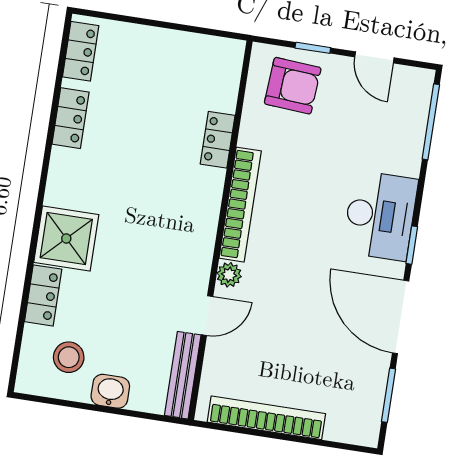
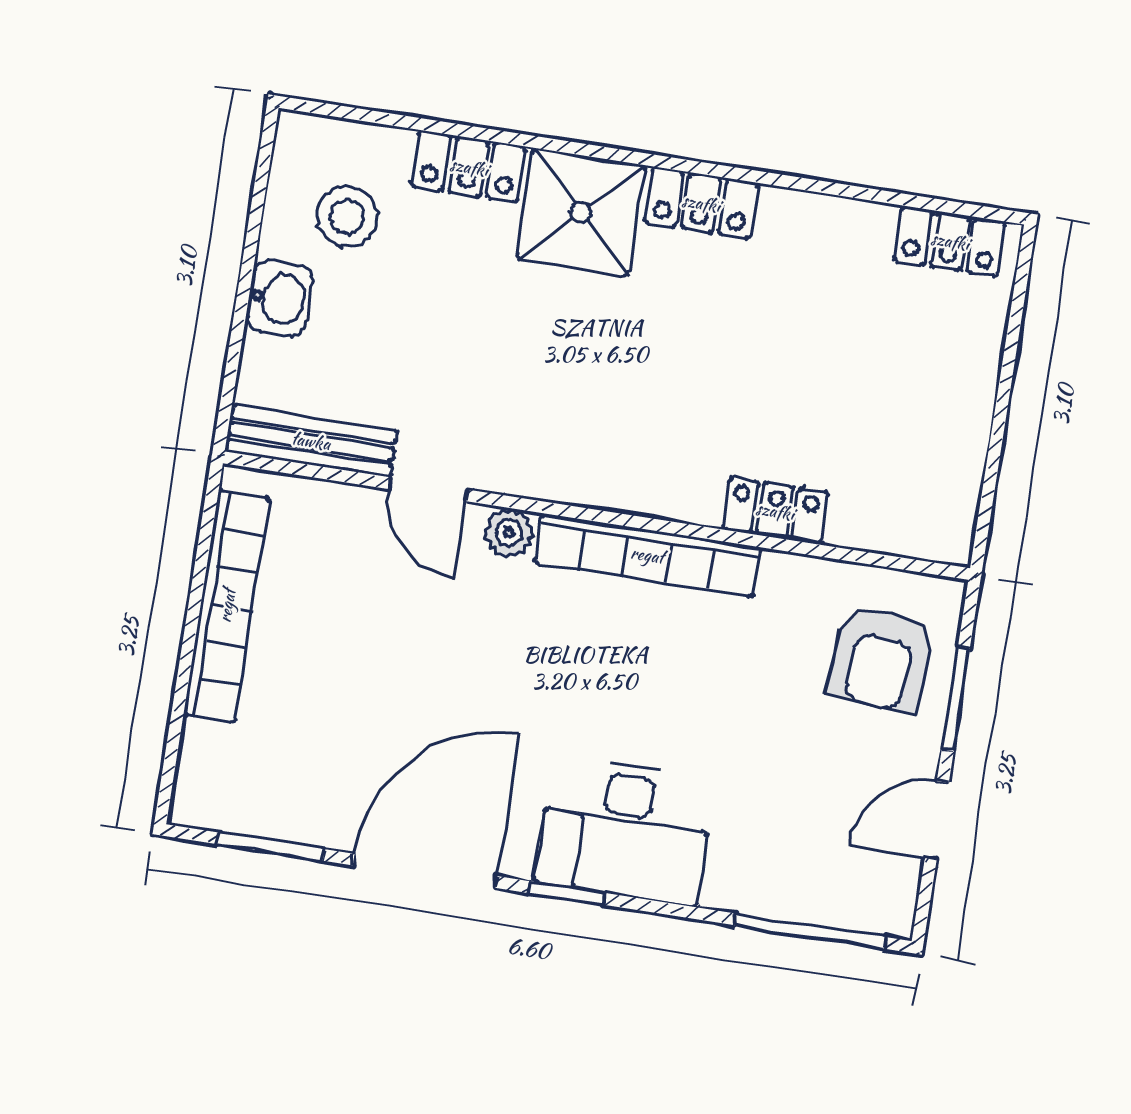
window: (313, 48) -> (956, 699), width x1.50
locker: (71, 118) -> (701, 203), moved

